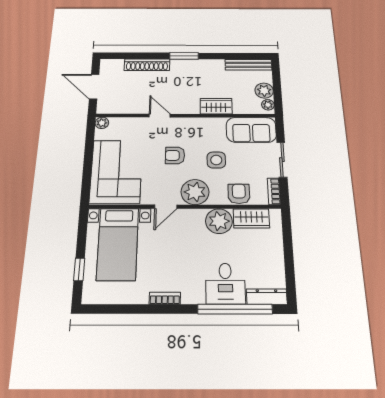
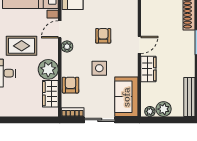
door: (160, 116) -> (139, 45), moved
plant: (195, 192) -> (67, 47), width x0.53, depth x0.53
armchair: (239, 194) -> (70, 85), turned -90
door: (166, 207) -> (60, 29), hinge flipped
rug: (187, 255) -> (22, 46), added

